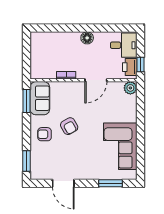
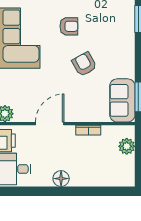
plant: (36, 63) -> (127, 146), added
armchair: (45, 134) -> (69, 26), moved

